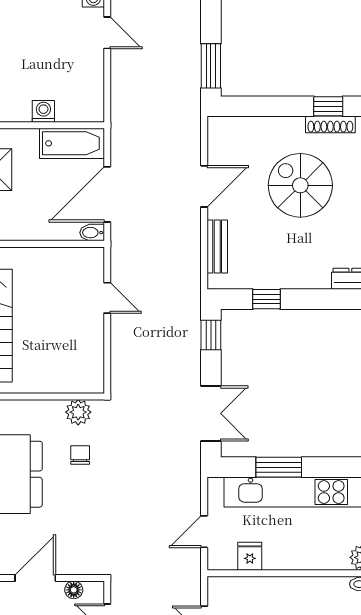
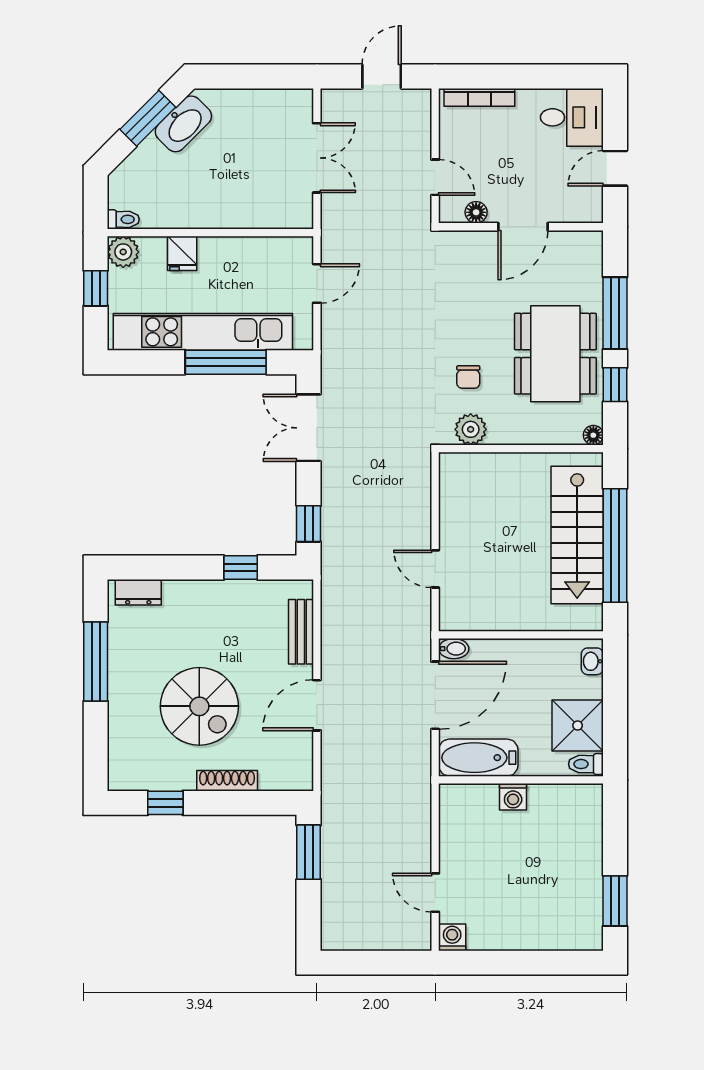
shoe rack: (330, 124) -> (227, 781), moved
window: (279, 467) -> (226, 362), width x1.44
fridge: (250, 556) -> (182, 253), moved

